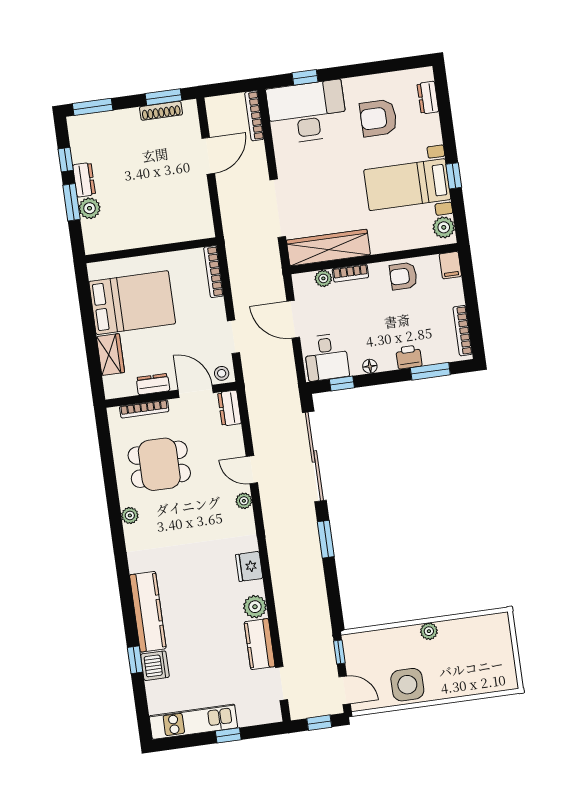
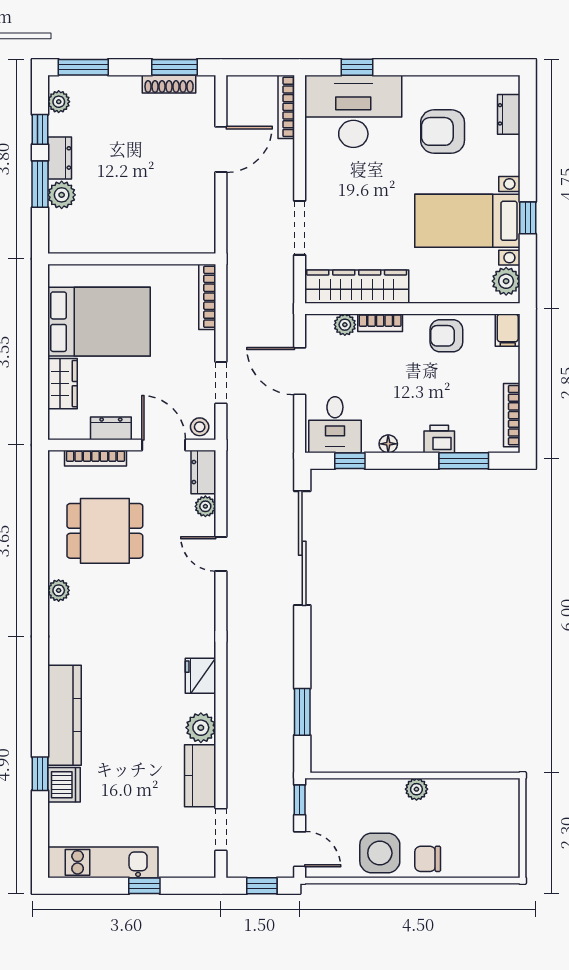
plant: (77, 136) -> (59, 102), added
doorway: (278, 208) -> (300, 228), width x0.73
plant: (244, 501) -> (205, 506), moved
window: (326, 539) -> (302, 712), moved
chair: (445, 684) -> (428, 859), added

